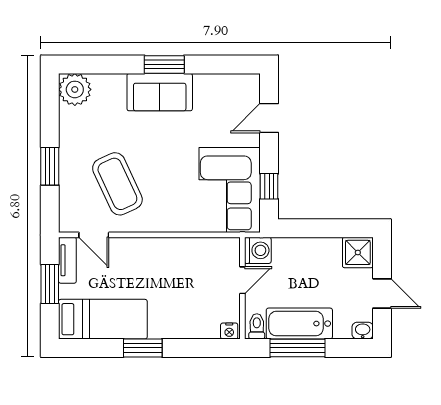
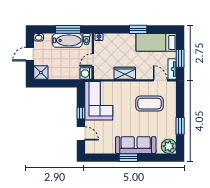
sofa: (160, 92) -> (136, 145), width x1.36
door: (269, 118) -> (81, 133), hinge flipped
window: (50, 166) -> (180, 126), moved
coffee table: (117, 184) -> (149, 104), turned -65
window: (269, 186) -> (81, 113), moved
wardrobe: (172, 251) -> (125, 73), added
door: (382, 293) -> (30, 54), hinge flipped

